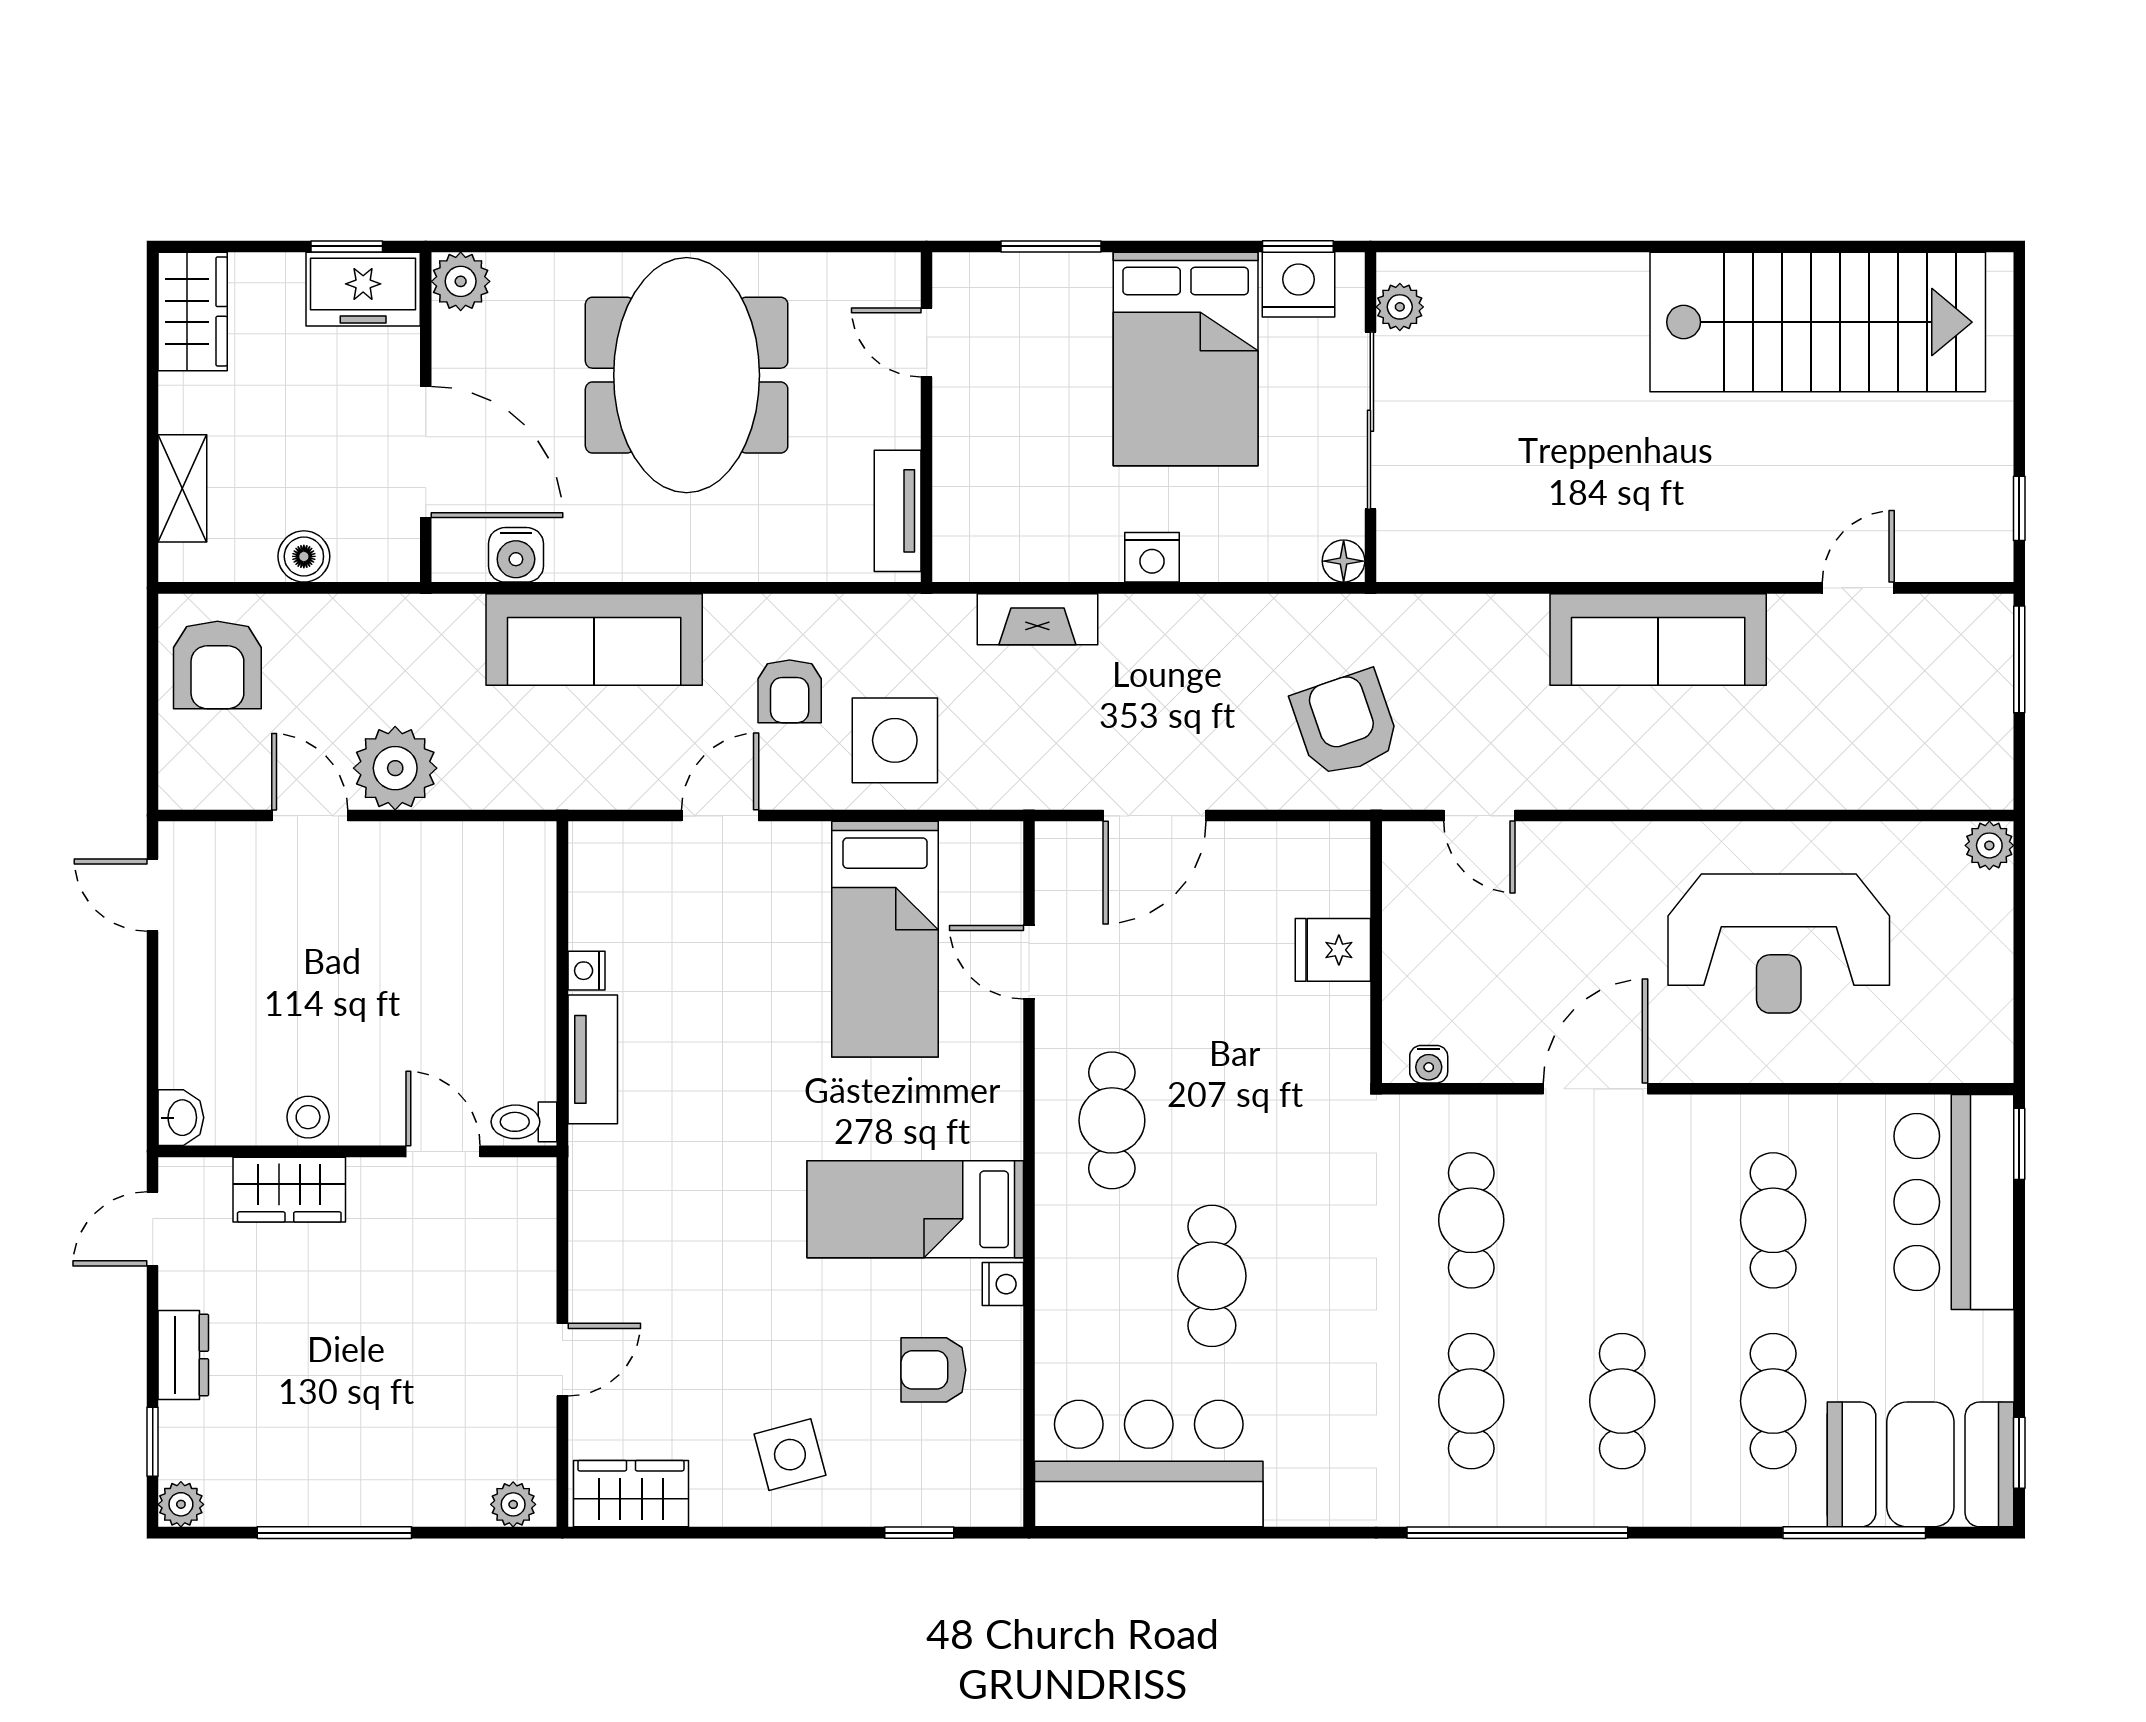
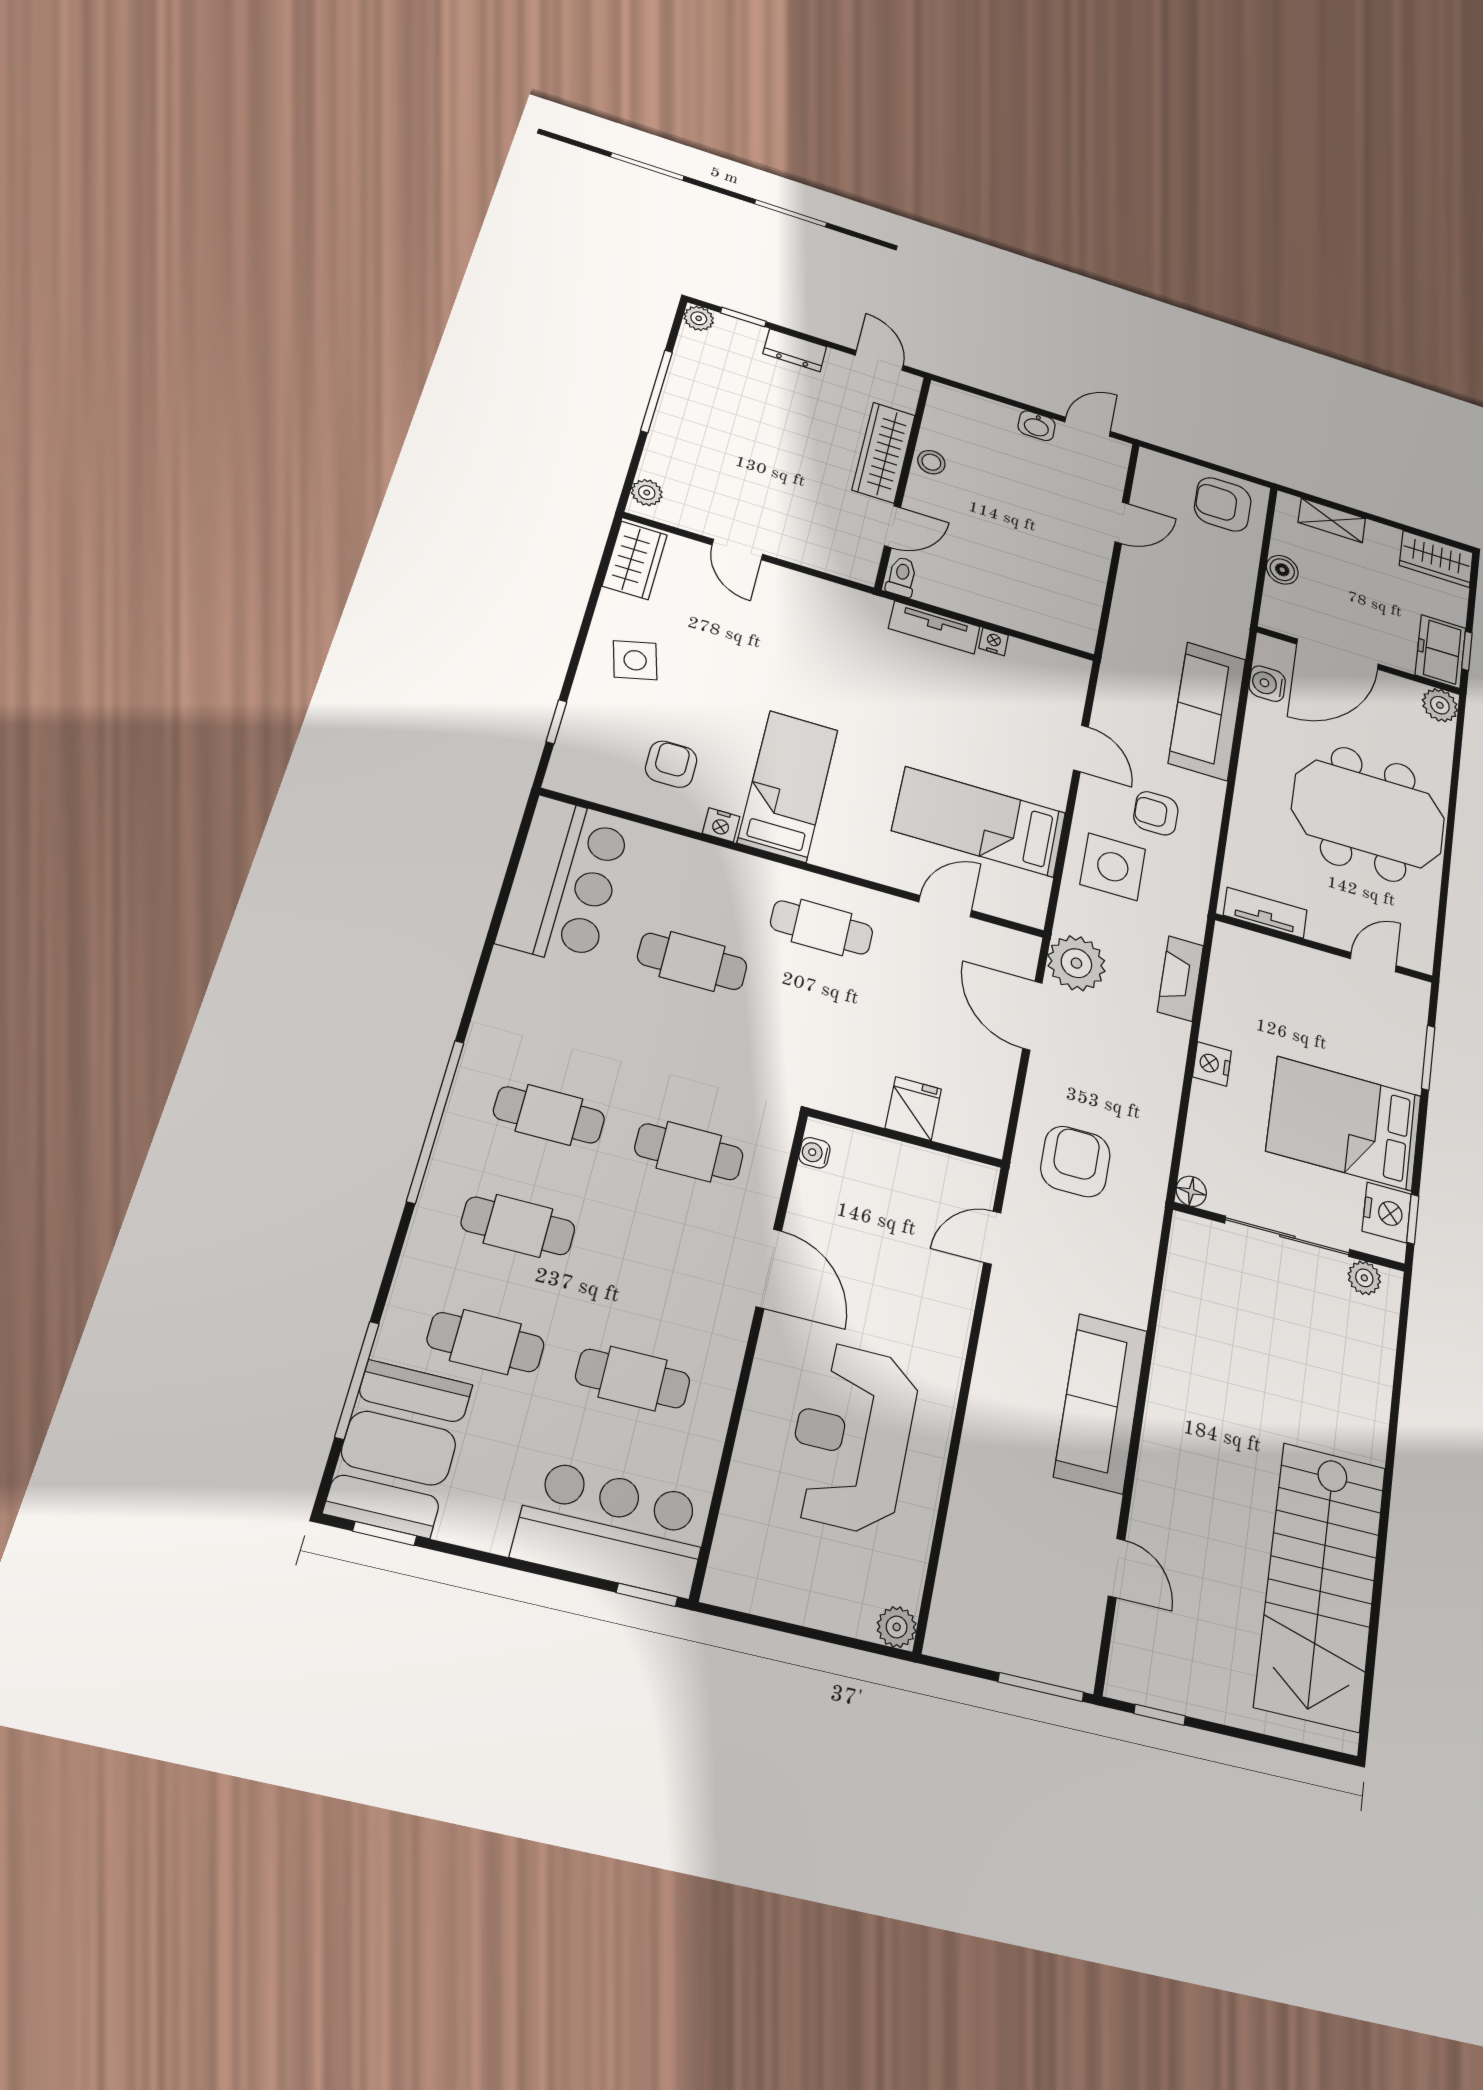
armchair: (1346, 724) -> (1075, 1161), turned -71
plant: (395, 768) -> (1076, 963), moved
washbasin: (181, 1118) -> (1037, 426), moved
wardrobe: (289, 1190) -> (884, 452), width x1.50

